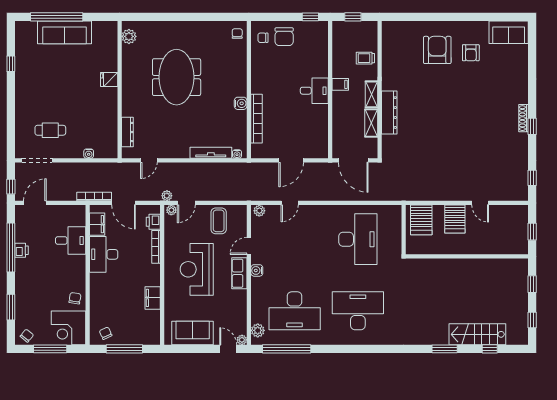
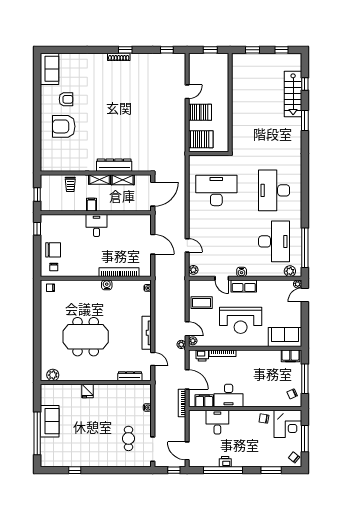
sofa: (65, 32) -> (50, 421), width x0.73
tv unit: (211, 153) -> (147, 333), moved
door: (124, 203) -> (187, 379), hinge flipped
filing cabinet: (153, 298) -> (290, 356), moved
sofa: (193, 333) -> (285, 337), moved, turned 90

